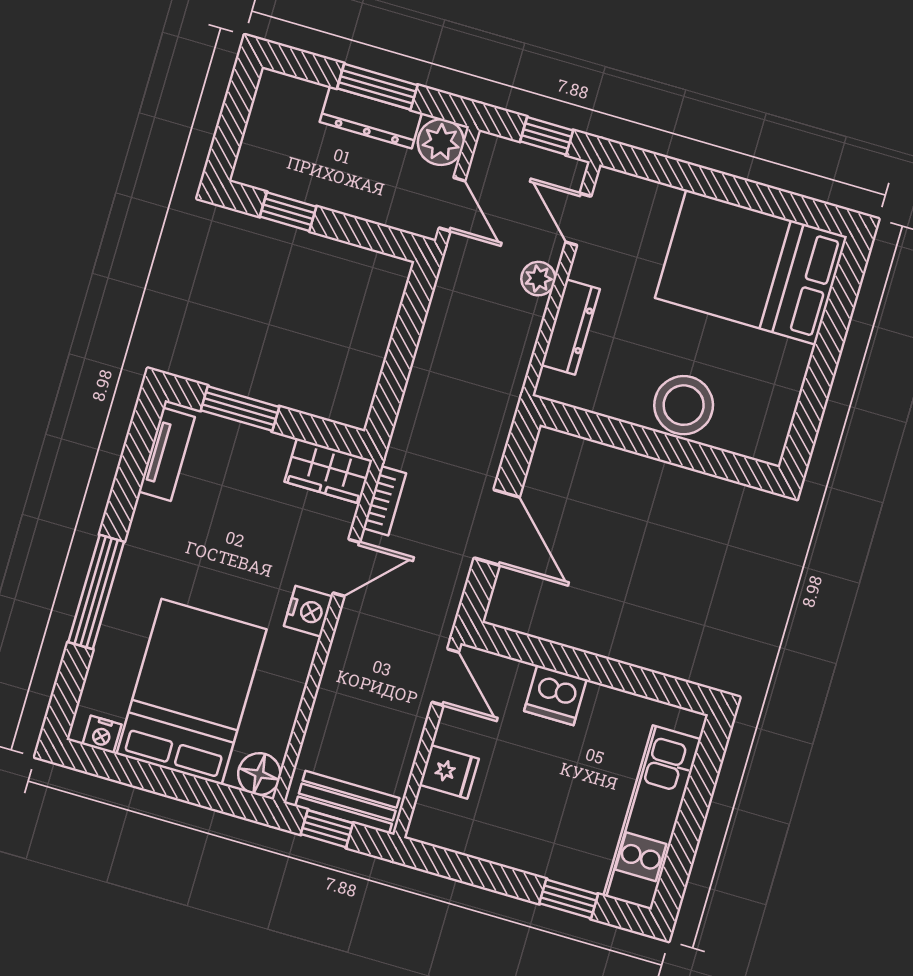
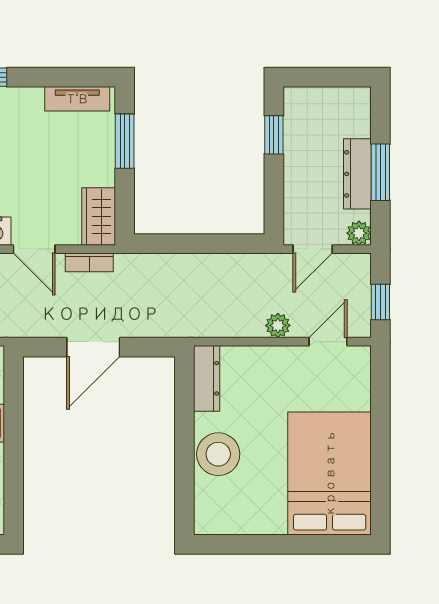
plant: (441, 142) -> (359, 233), width x0.73, depth x0.73
dresser: (571, 327) -> (207, 378), moved, turned -90

